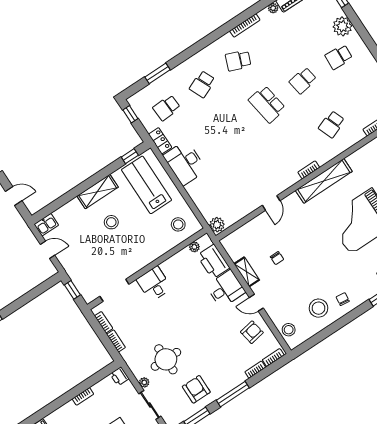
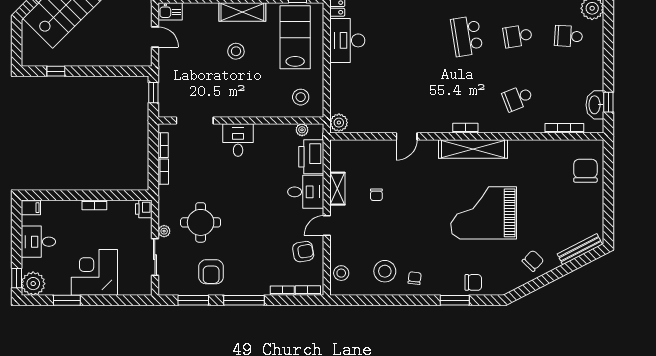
door: (256, 303) -> (327, 226), hinge flipped
armchair: (196, 389) -> (211, 272), turned 180

